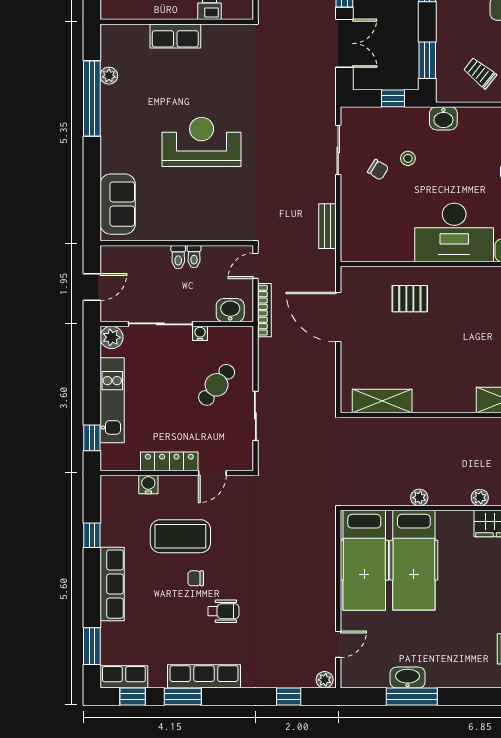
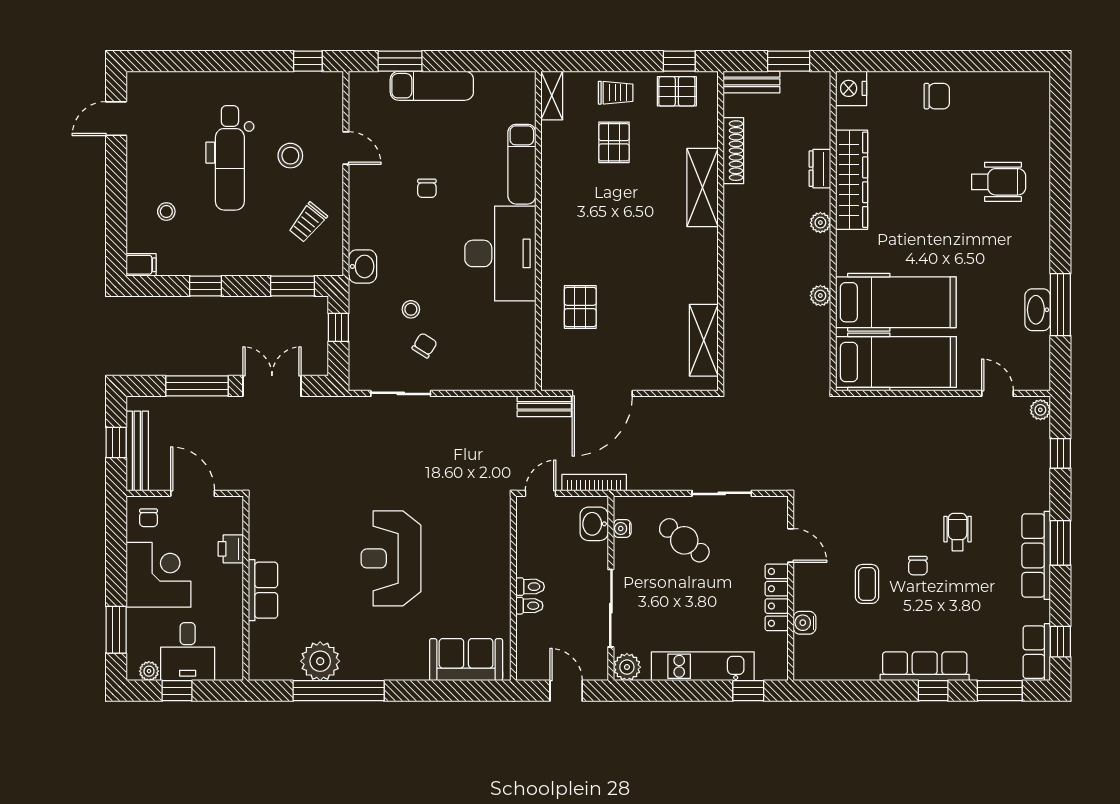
plant: (109, 76) -> (320, 661), width x1.88, depth x1.88
bench: (328, 226) -> (544, 406), moved
toilet: (194, 257) -> (529, 606), moved
door: (255, 266) -> (541, 493), swing flipped
water cooler: (200, 333) -> (622, 529), moved
window: (92, 535) -> (933, 691), moved
coffee table: (180, 536) -> (867, 584), width x0.54, depth x0.58
window: (183, 696) -> (1060, 543), moved

